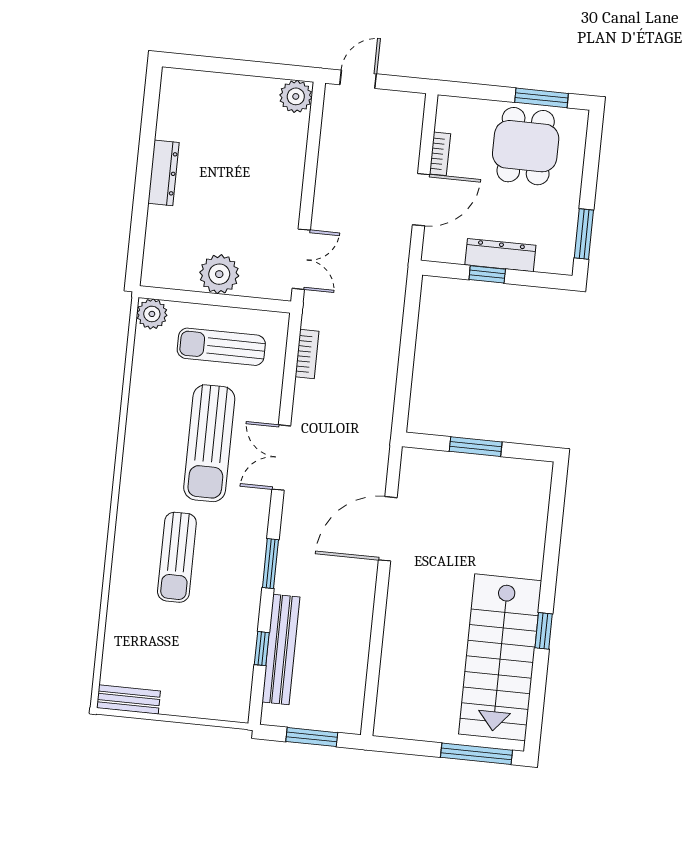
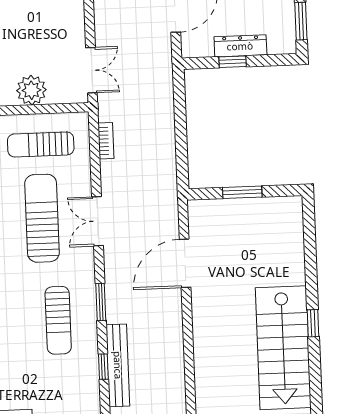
sun lounger: (209, 443) -> (42, 218), turned 180
sun lounger: (177, 557) -> (58, 320), moved

